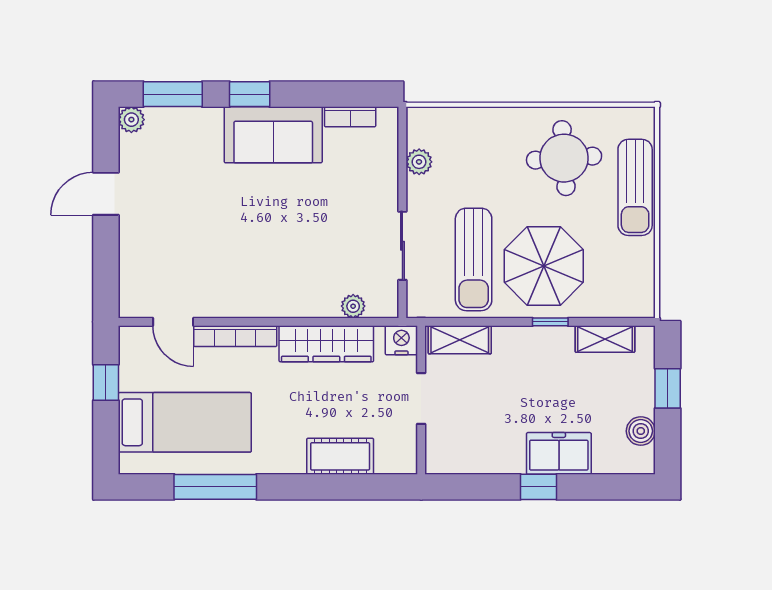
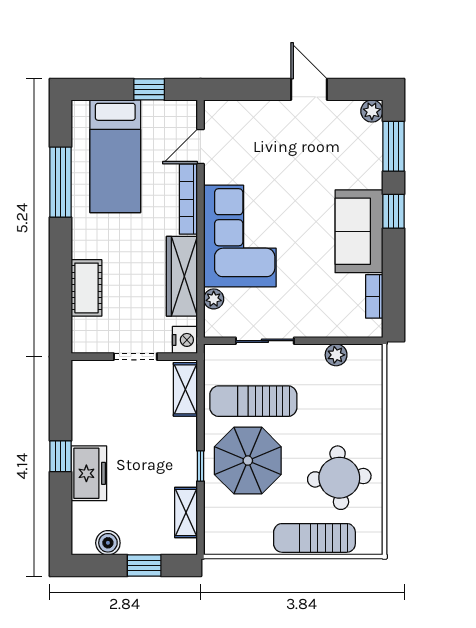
corner sofa: (279, 275) -> (240, 236), added

